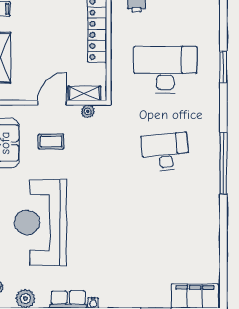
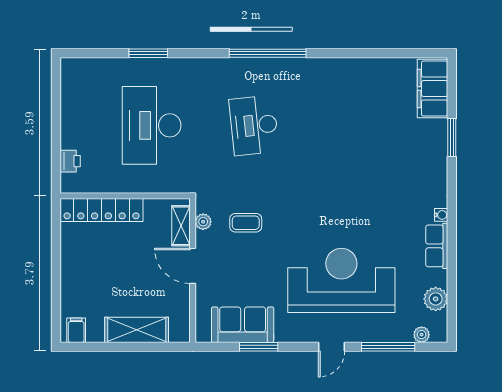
coffee table: (51, 141) -> (246, 223), moved, turned 90
reception desk: (40, 223) -> (341, 280), turned 180

